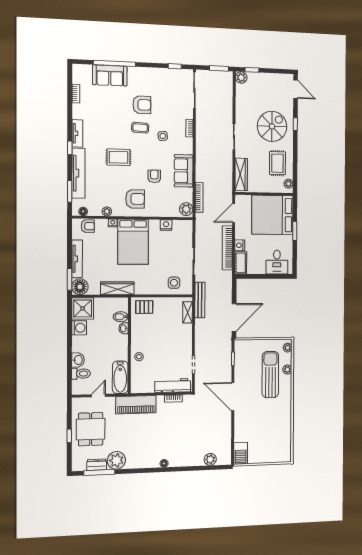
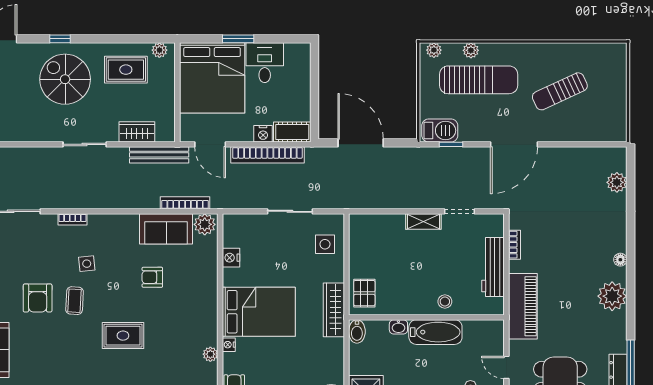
armchair: (142, 105) -> (38, 298), turned 180
rug: (119, 157) -> (123, 336), turned 90
sofa: (184, 171) -> (166, 229), moved
wardrobe: (241, 174) -> (137, 132), width x0.67
armchair: (135, 199) -> (189, 309), removed
desk: (277, 262) -> (265, 63), moved, turned -90
wardrobe: (117, 288) -> (334, 310), moved
bench: (200, 300) -> (159, 155), moved
shelving: (188, 312) -> (423, 221), moved
bidet: (121, 317) -> (357, 331), moved
door: (234, 318) -> (361, 143), moved
sun lounger: (270, 375) -> (479, 80), turned 180
bathtub: (120, 377) -> (435, 332), moved
workbench: (173, 386) -> (493, 267), moved
sun lounger: (263, 423) -> (560, 91), added
barbecue: (241, 453) -> (440, 130), moved
plant: (116, 460) -> (612, 296), moved

